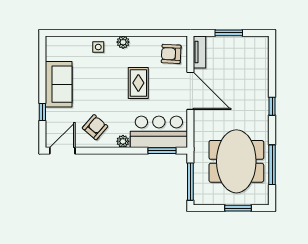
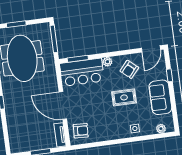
plant: (123, 42) -> (161, 129), moved
rug: (138, 83) -> (124, 97), moved, turned 90

